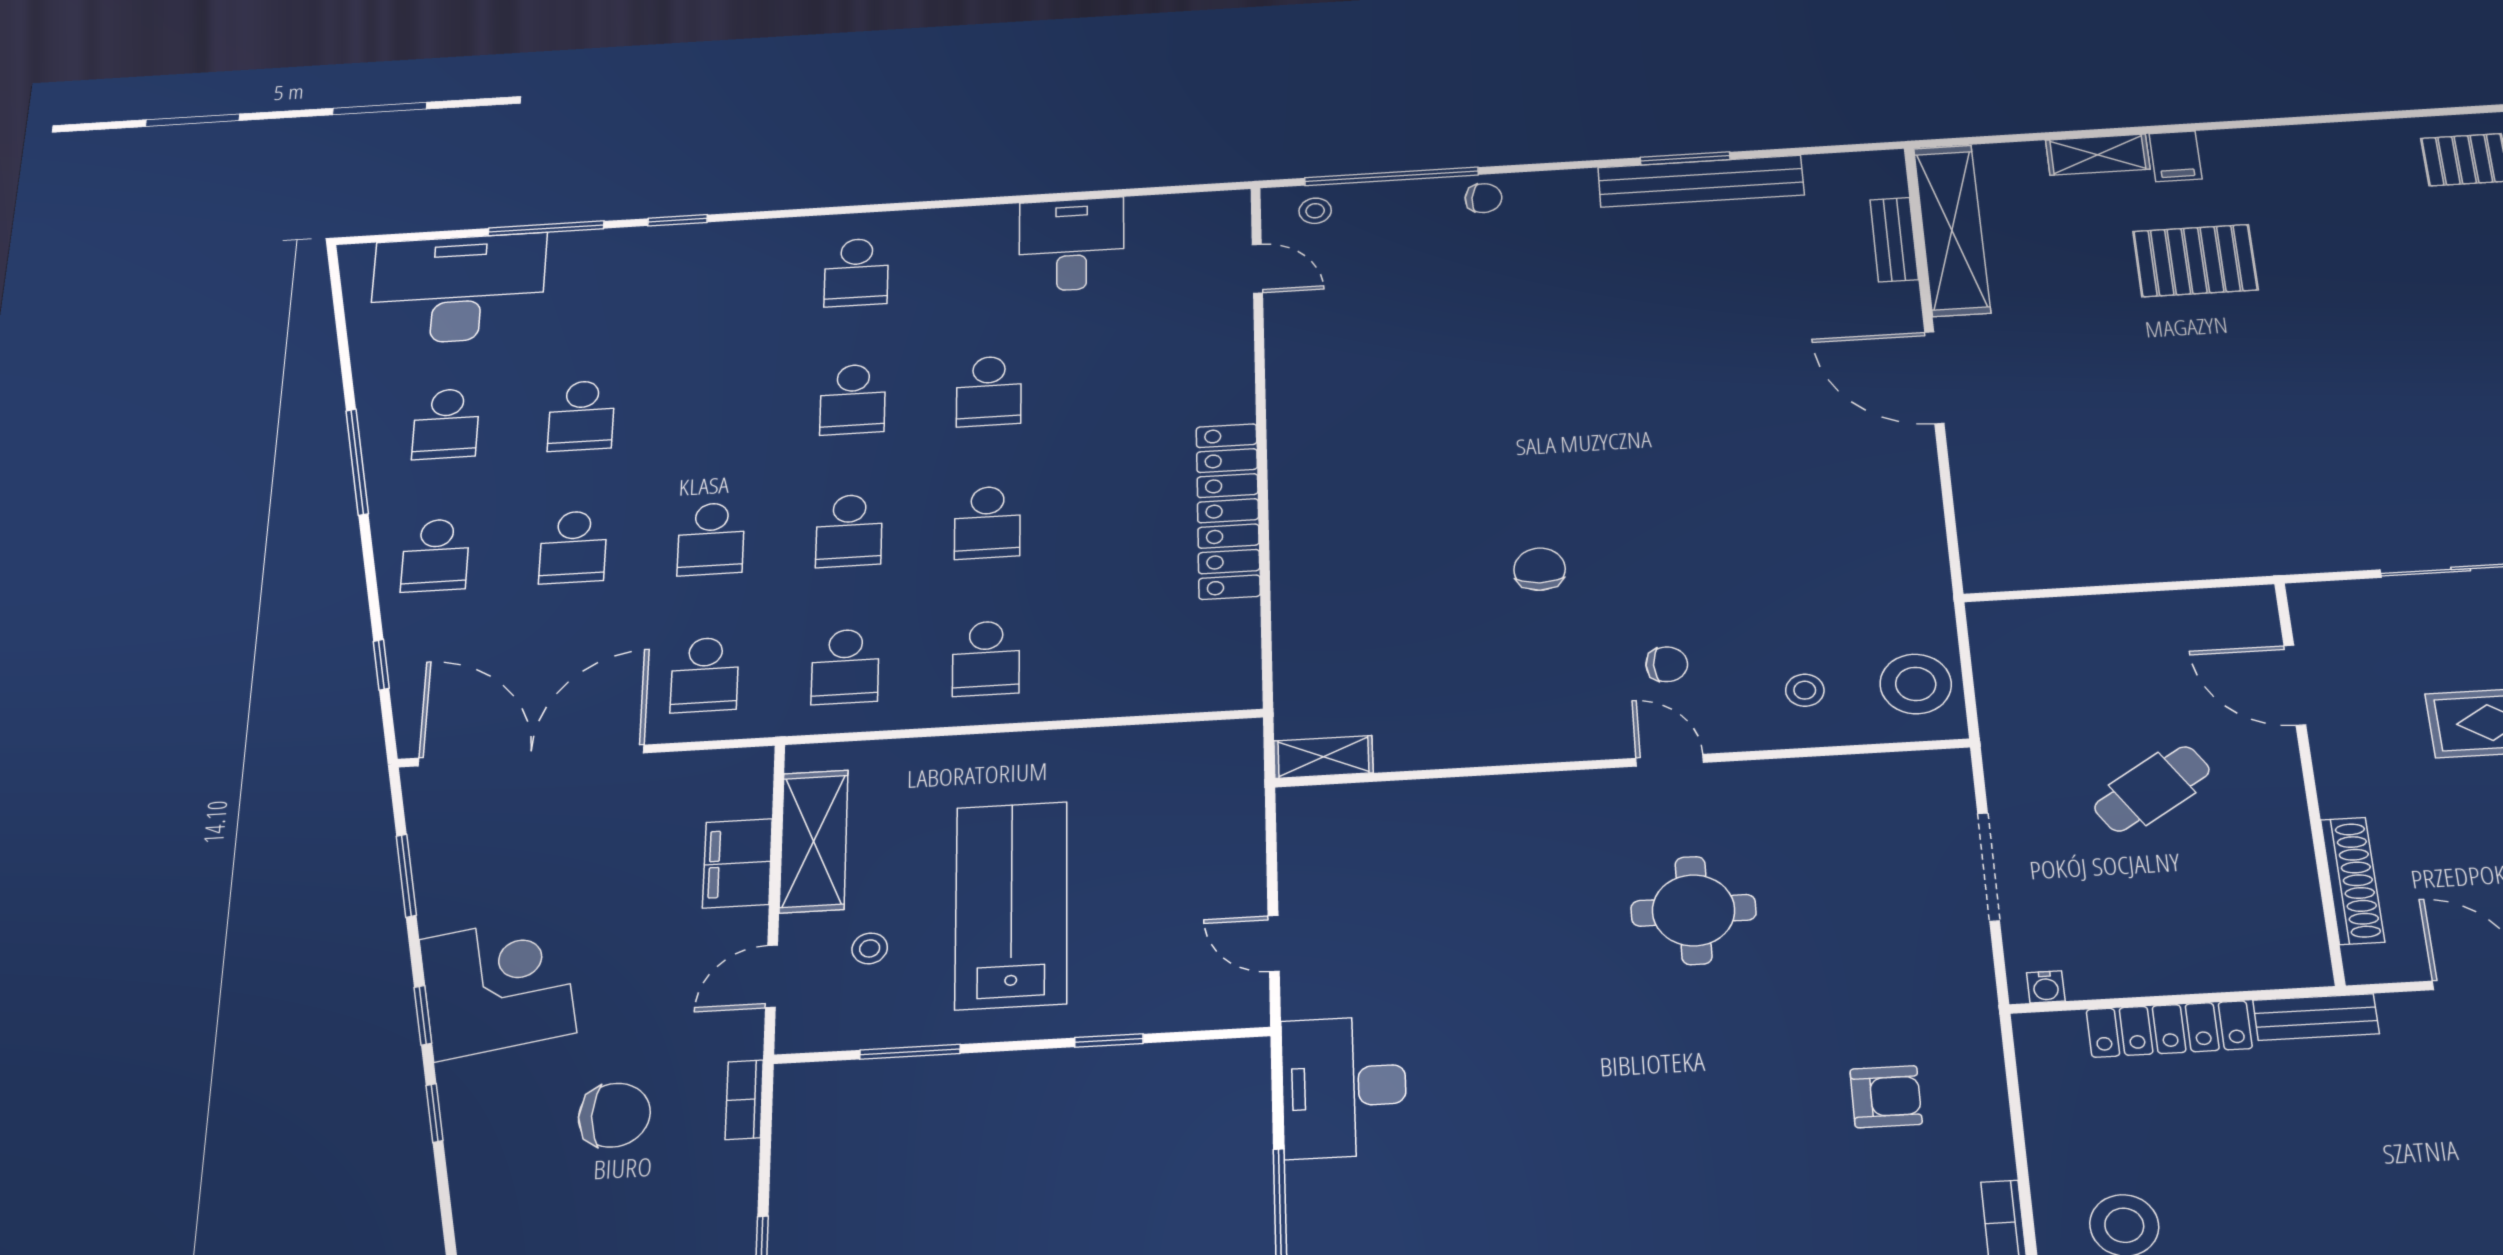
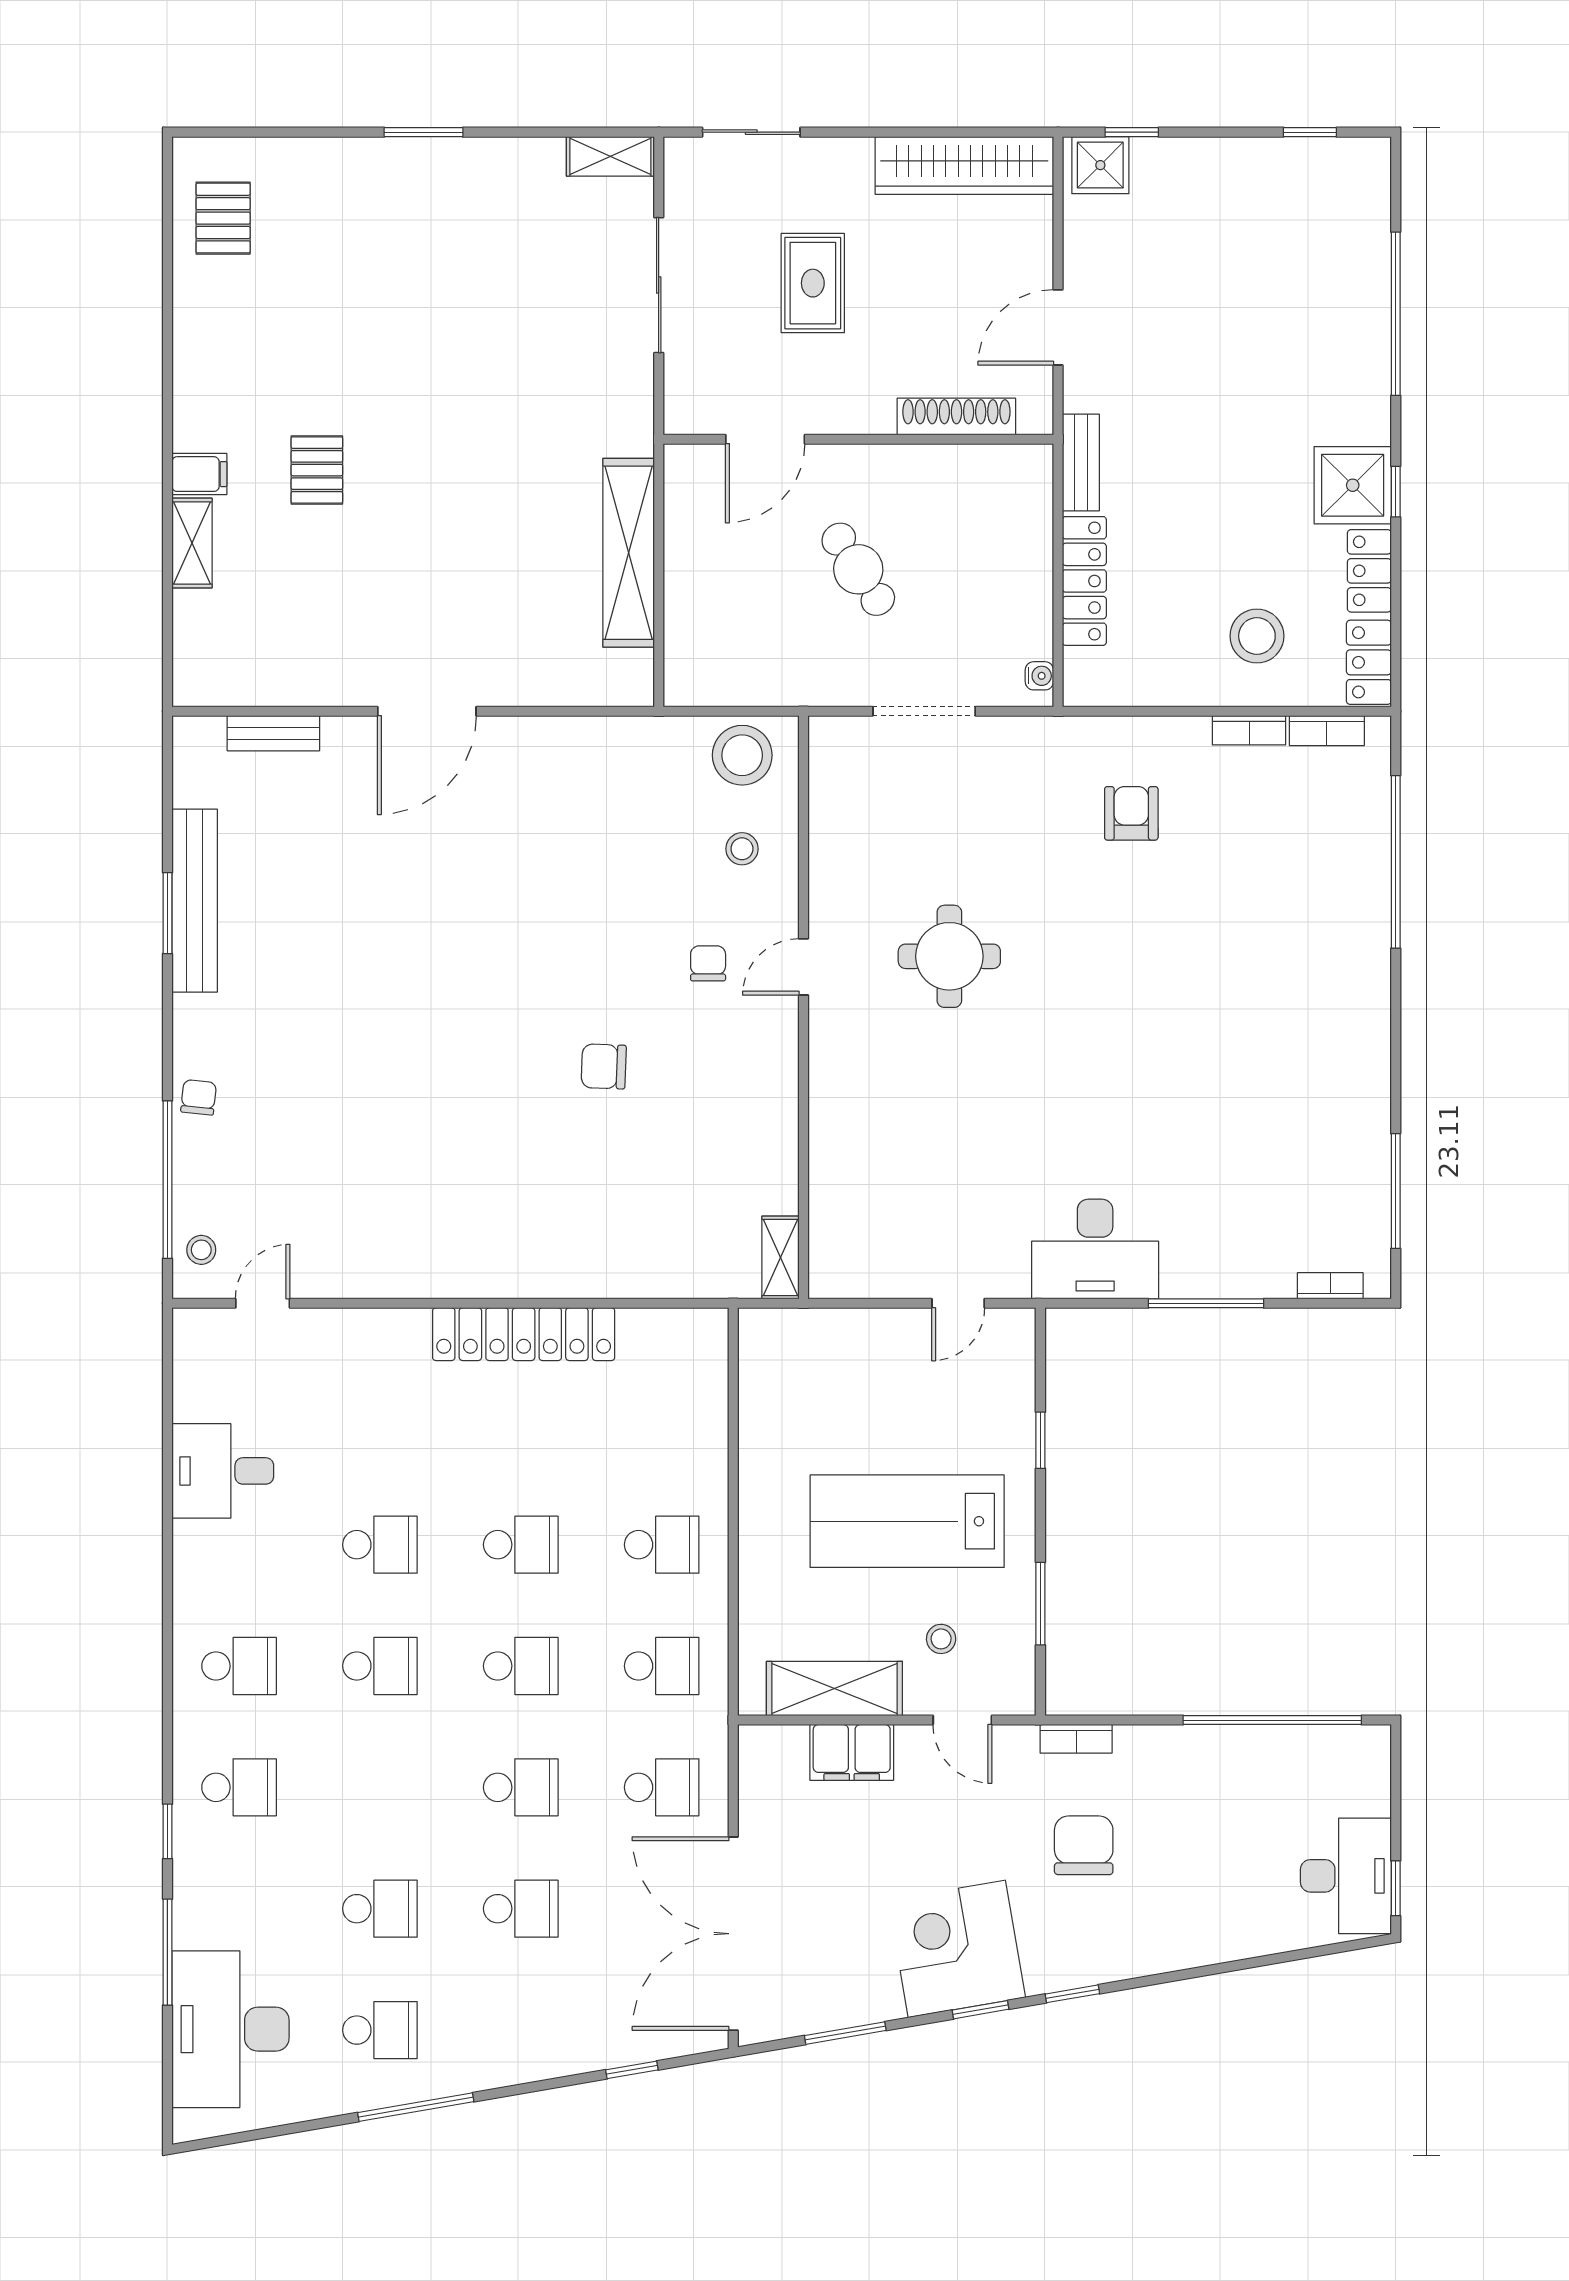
shelving: (1952, 230) -> (629, 553), moved, turned 90
pallet: (2195, 261) -> (317, 470), width x0.67, depth x0.71
school desk: (435, 555) -> (239, 1787), moved

